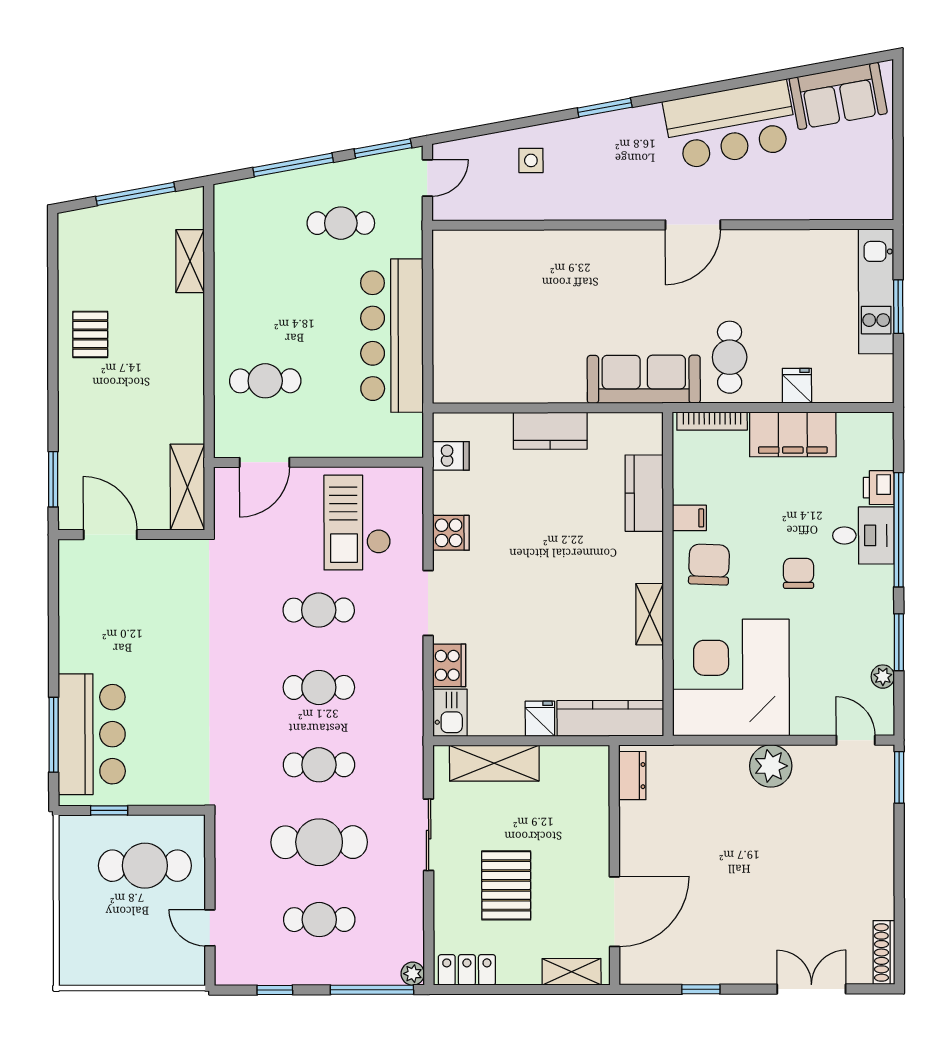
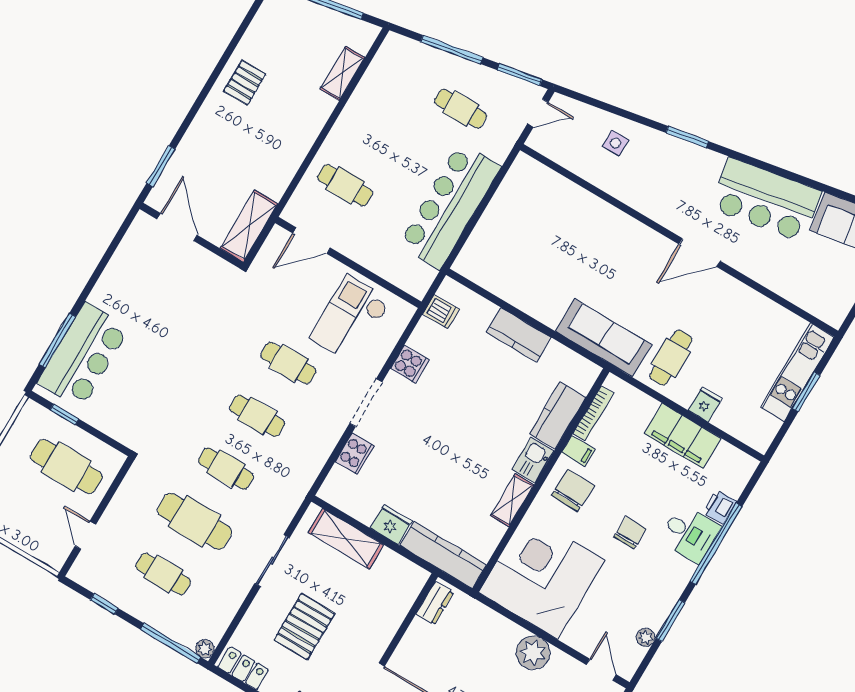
bookcase: (712, 421) -> (593, 413), moved, turned -90
kitchen sink: (450, 713) -> (533, 460), moved, turned 180
fridge: (540, 719) -> (391, 525), width x1.38

